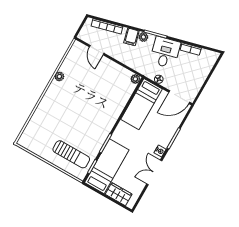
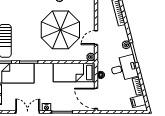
filing cabinet: (131, 37) -> (138, 101), moved
door: (97, 50) -> (96, 38), moved
parasol: (91, 94) -> (60, 30), added

